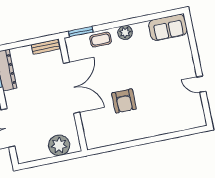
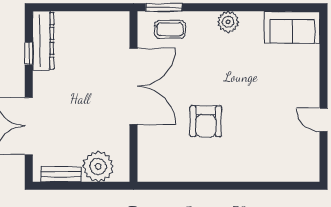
coffee table: (101, 40) -> (170, 29), moved
bench: (45, 47) -> (61, 174), moved

